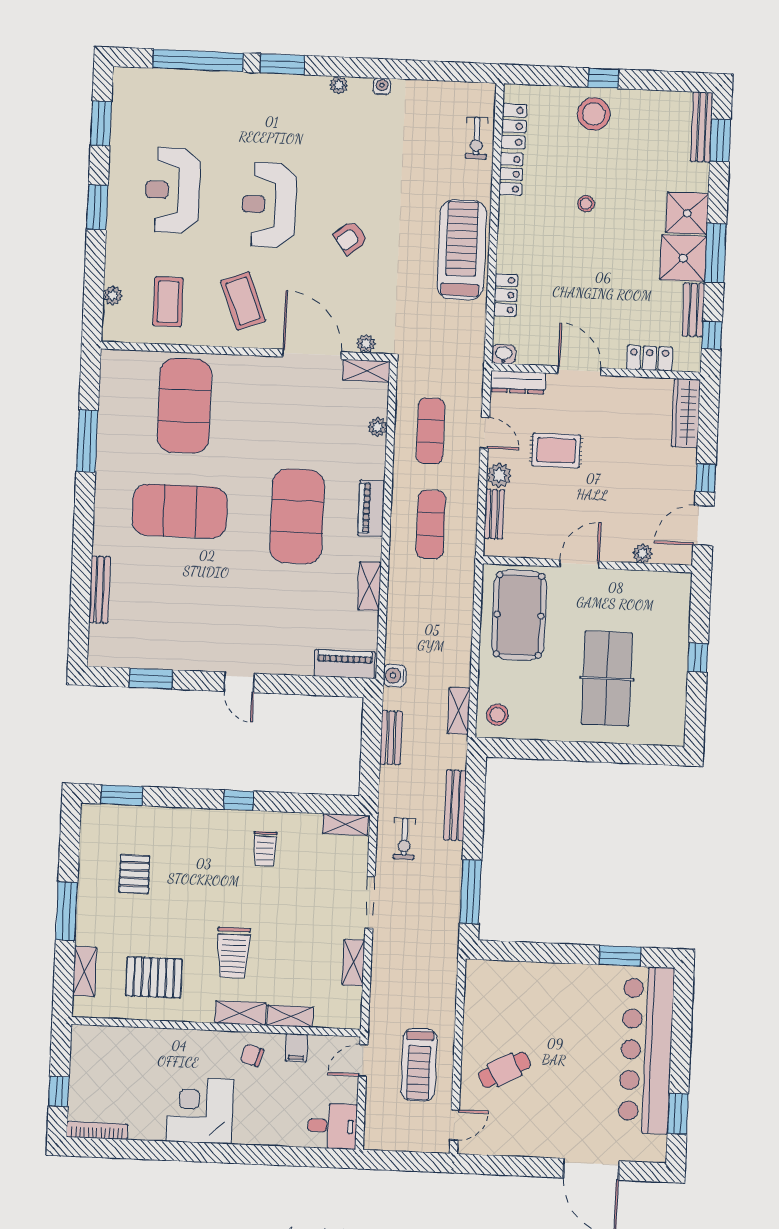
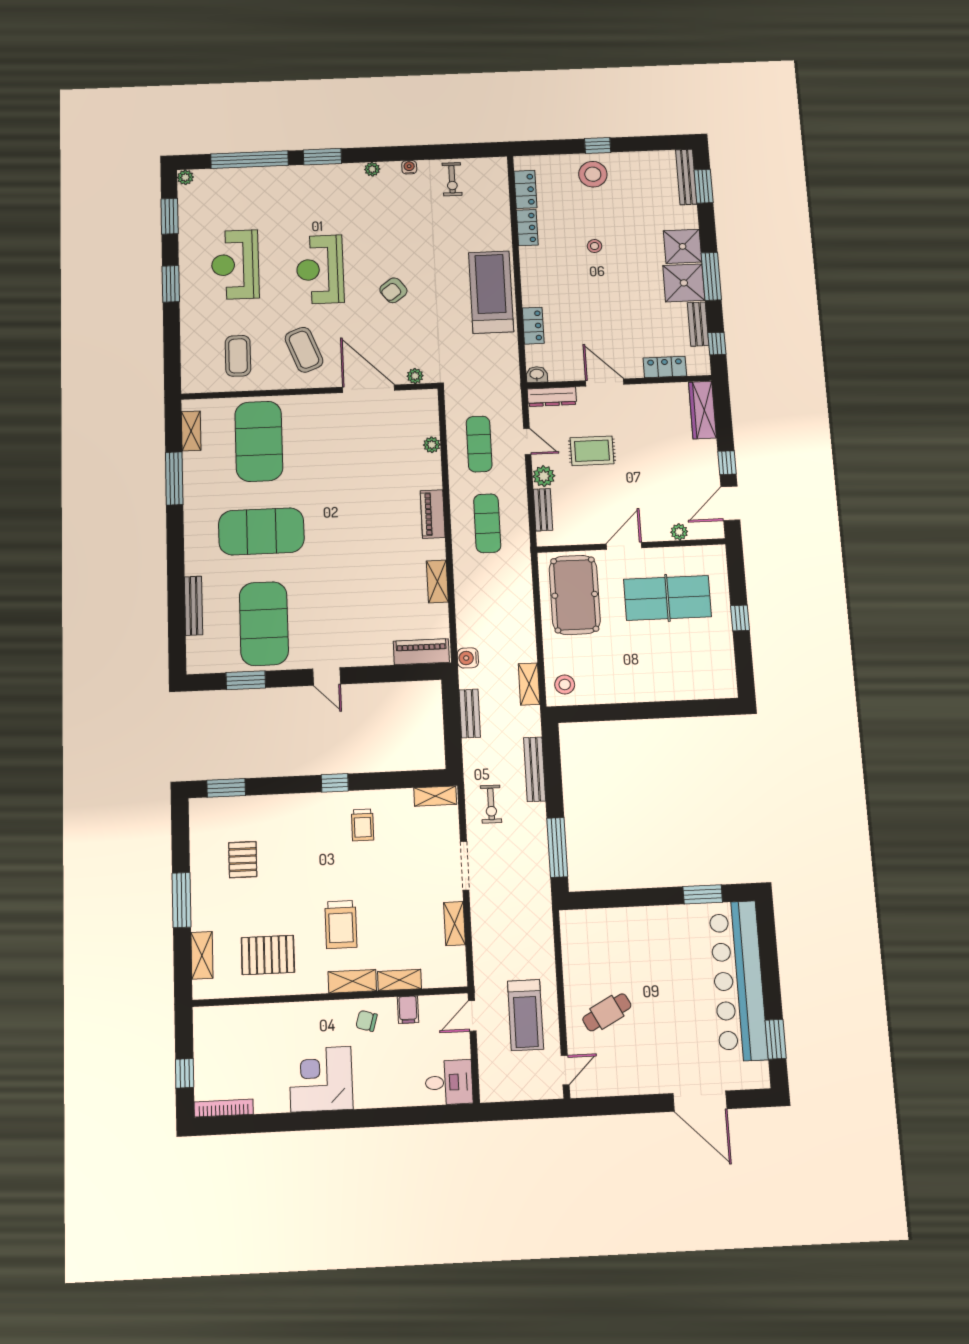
exercise bike: (477, 138) -> (452, 179), moved
plant: (113, 295) -> (185, 177), moved
shelving: (366, 371) -> (191, 431), moved, turned 90
exercise mat: (297, 516) -> (264, 624), moved
table tennis table: (607, 678) -> (667, 598), moved, turned 90

